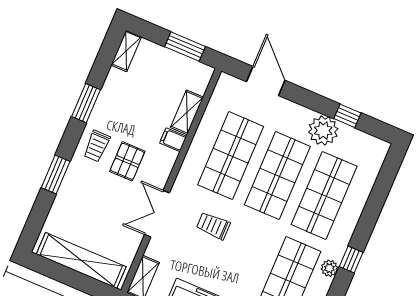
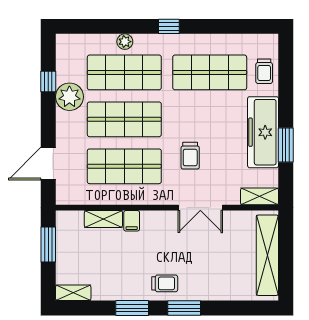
pallet: (127, 161) -> (167, 252), removed
window: (56, 174) -> (184, 308), moved
plant: (329, 268) -> (125, 42), moved

